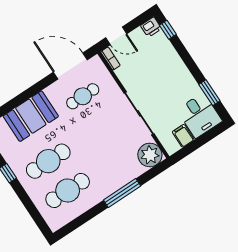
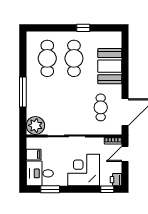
corner desk: (164, 70) -> (84, 170), added

